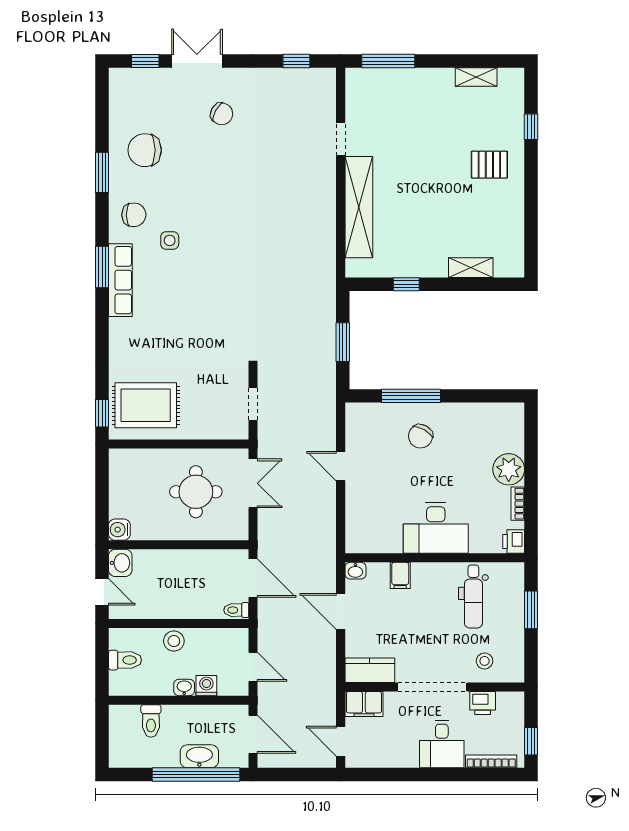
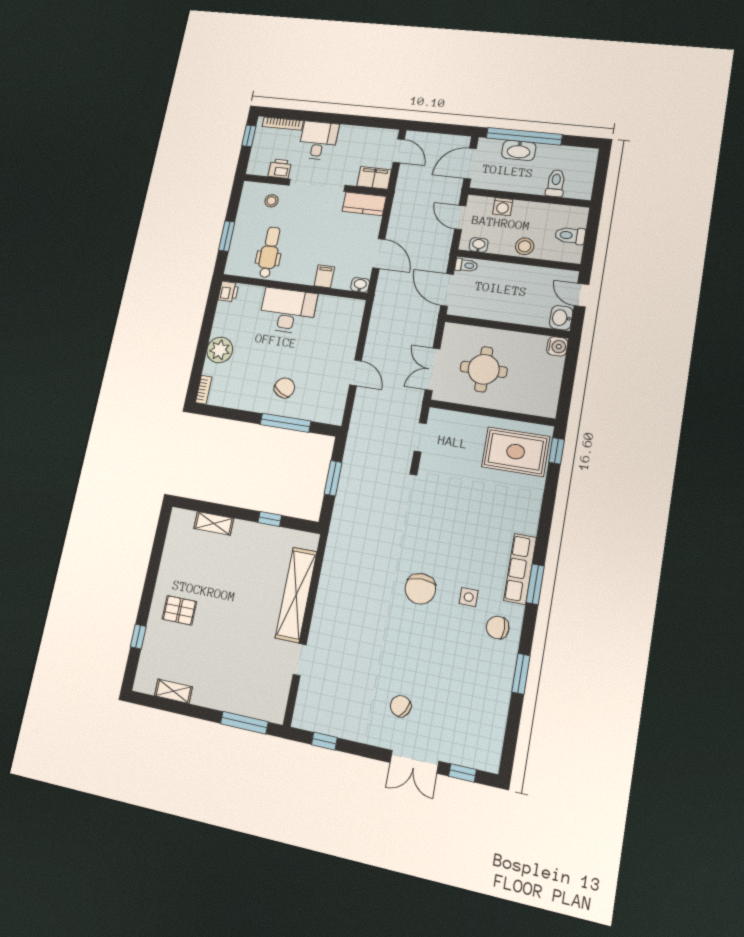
chair: (145, 150) -> (420, 589), moved, turned 90
bookcase: (518, 504) -> (204, 390), moved
washbasin: (184, 687) -> (479, 245), moved, turned 180
door: (253, 734) -> (470, 163), hinge flipped

